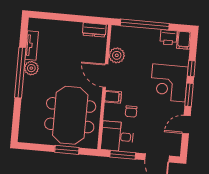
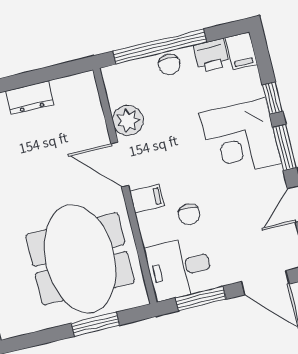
dresser: (94, 30) -> (30, 98), moved
chair: (146, 35) -> (169, 64), added

